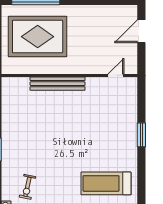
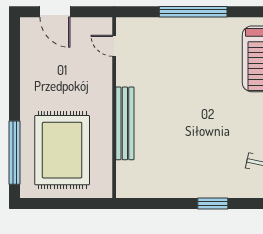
window: (141, 135) -> (193, 12), width x2.11

